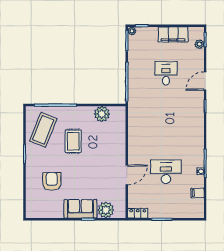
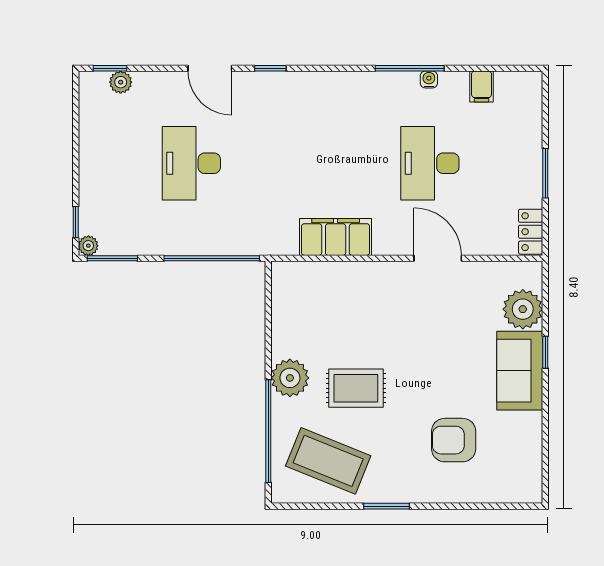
filing cabinet: (173, 34) -> (336, 237), moved, turned -90
desk: (166, 73) -> (191, 163), width x1.37
plant: (102, 114) -> (290, 378), moved

